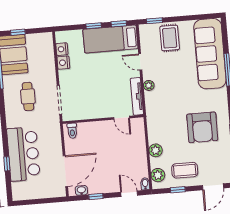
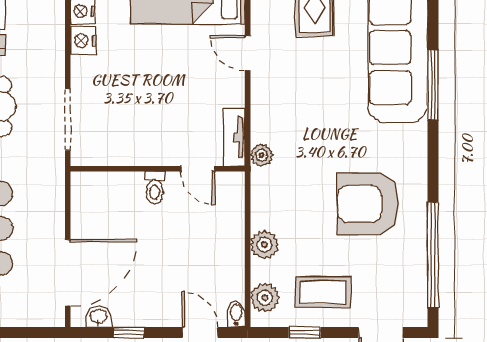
plant: (149, 85) -> (261, 155), moved
tv unit: (137, 96) -> (234, 138), width x0.71
armchair: (202, 127) -> (368, 204), turned 90
toilet: (72, 131) -> (155, 188), moved

